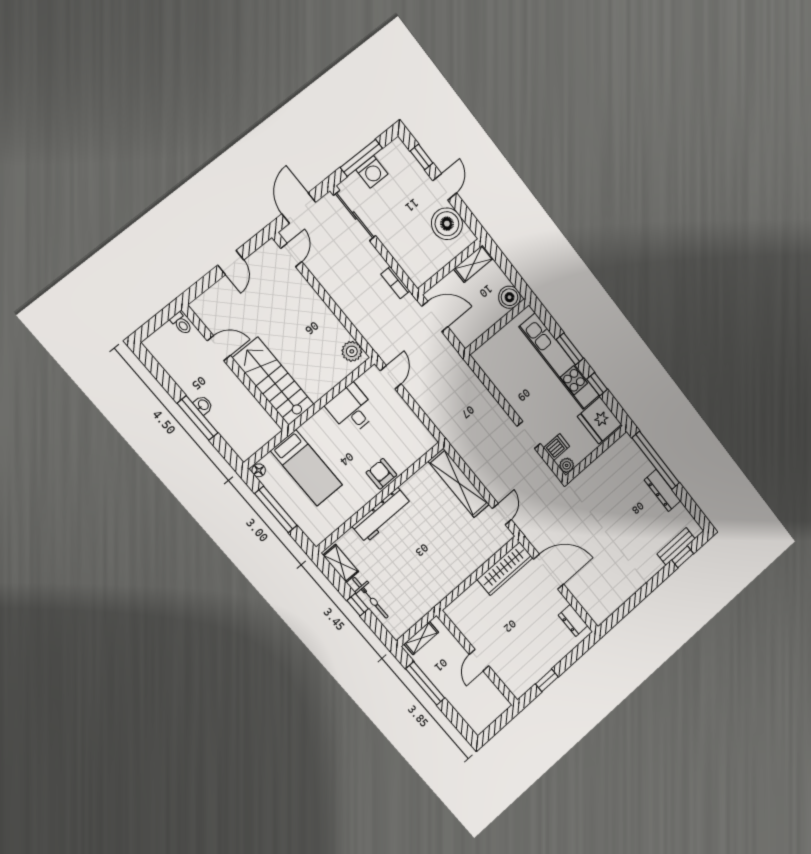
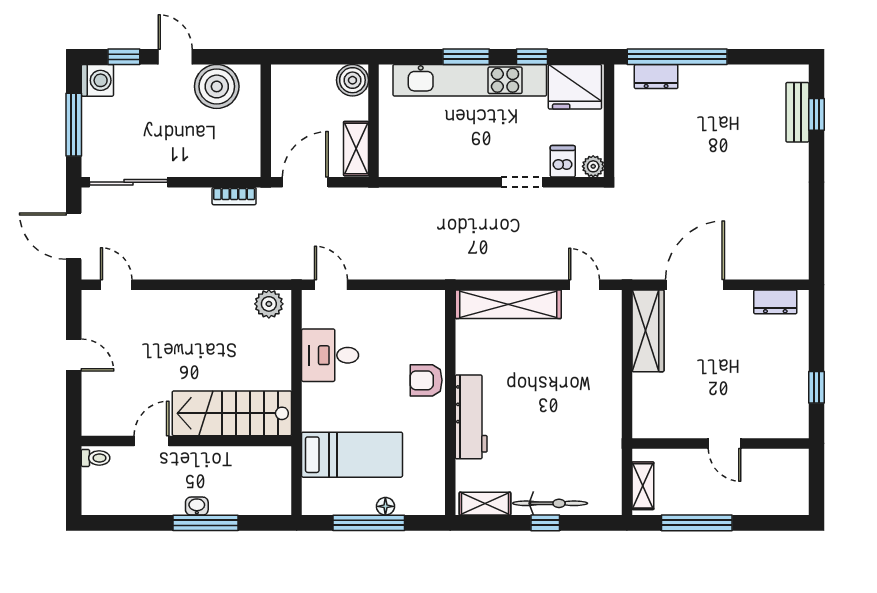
washing machine: (372, 172) -> (97, 80), moved
shelving: (473, 264) -> (356, 149), moved
floor lamp: (259, 470) -> (385, 506), moved
dresser: (662, 490) -> (656, 77), moved, width x0.70

